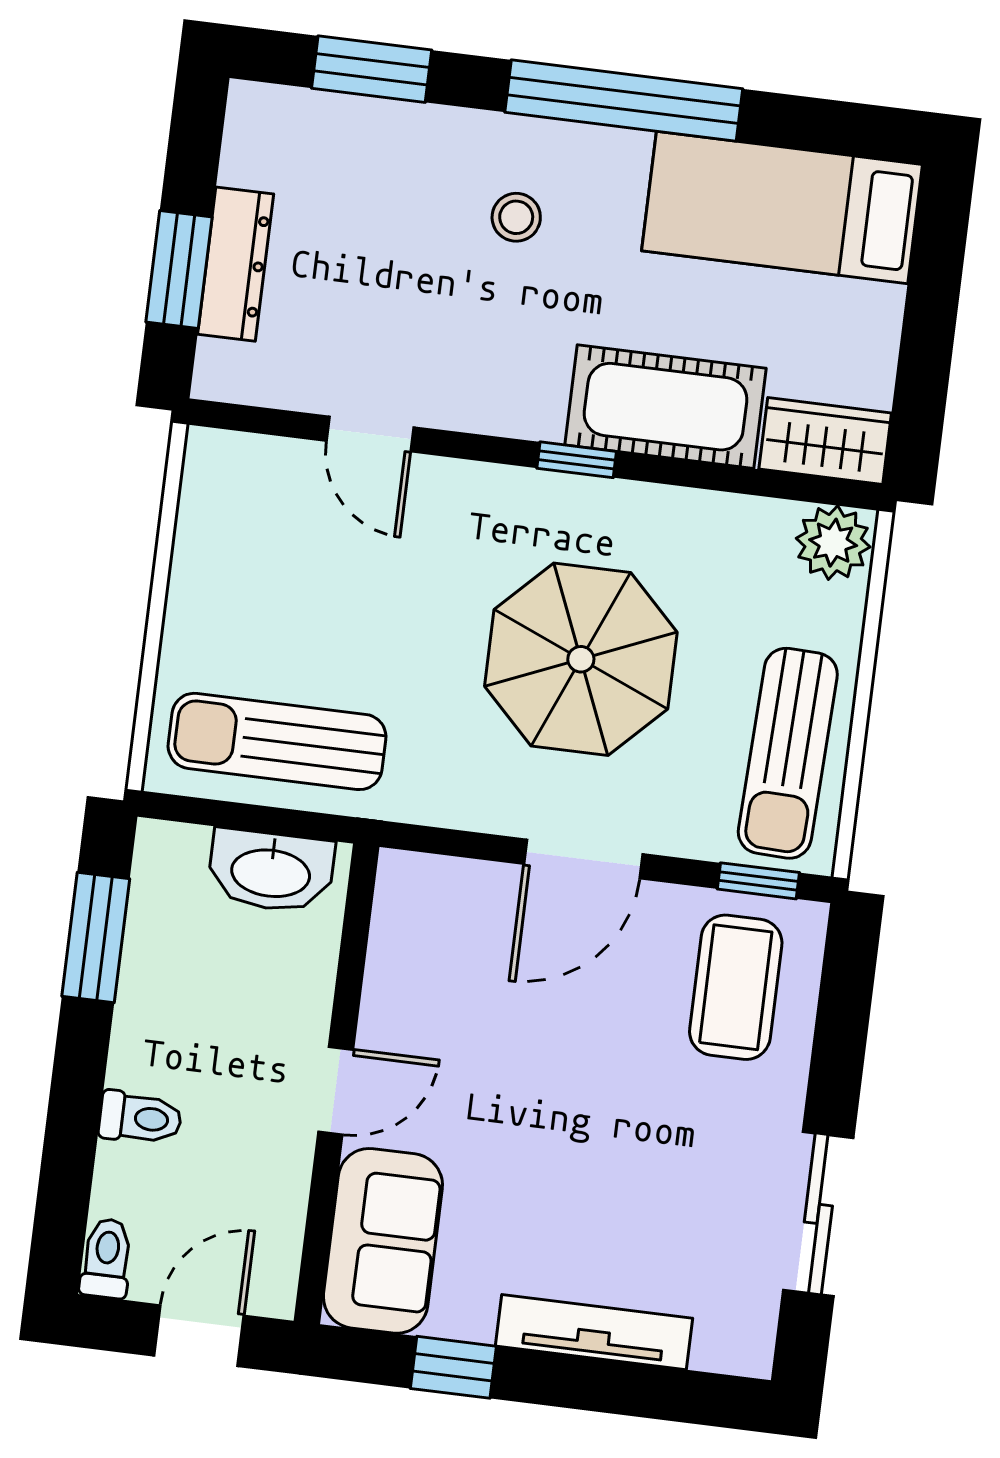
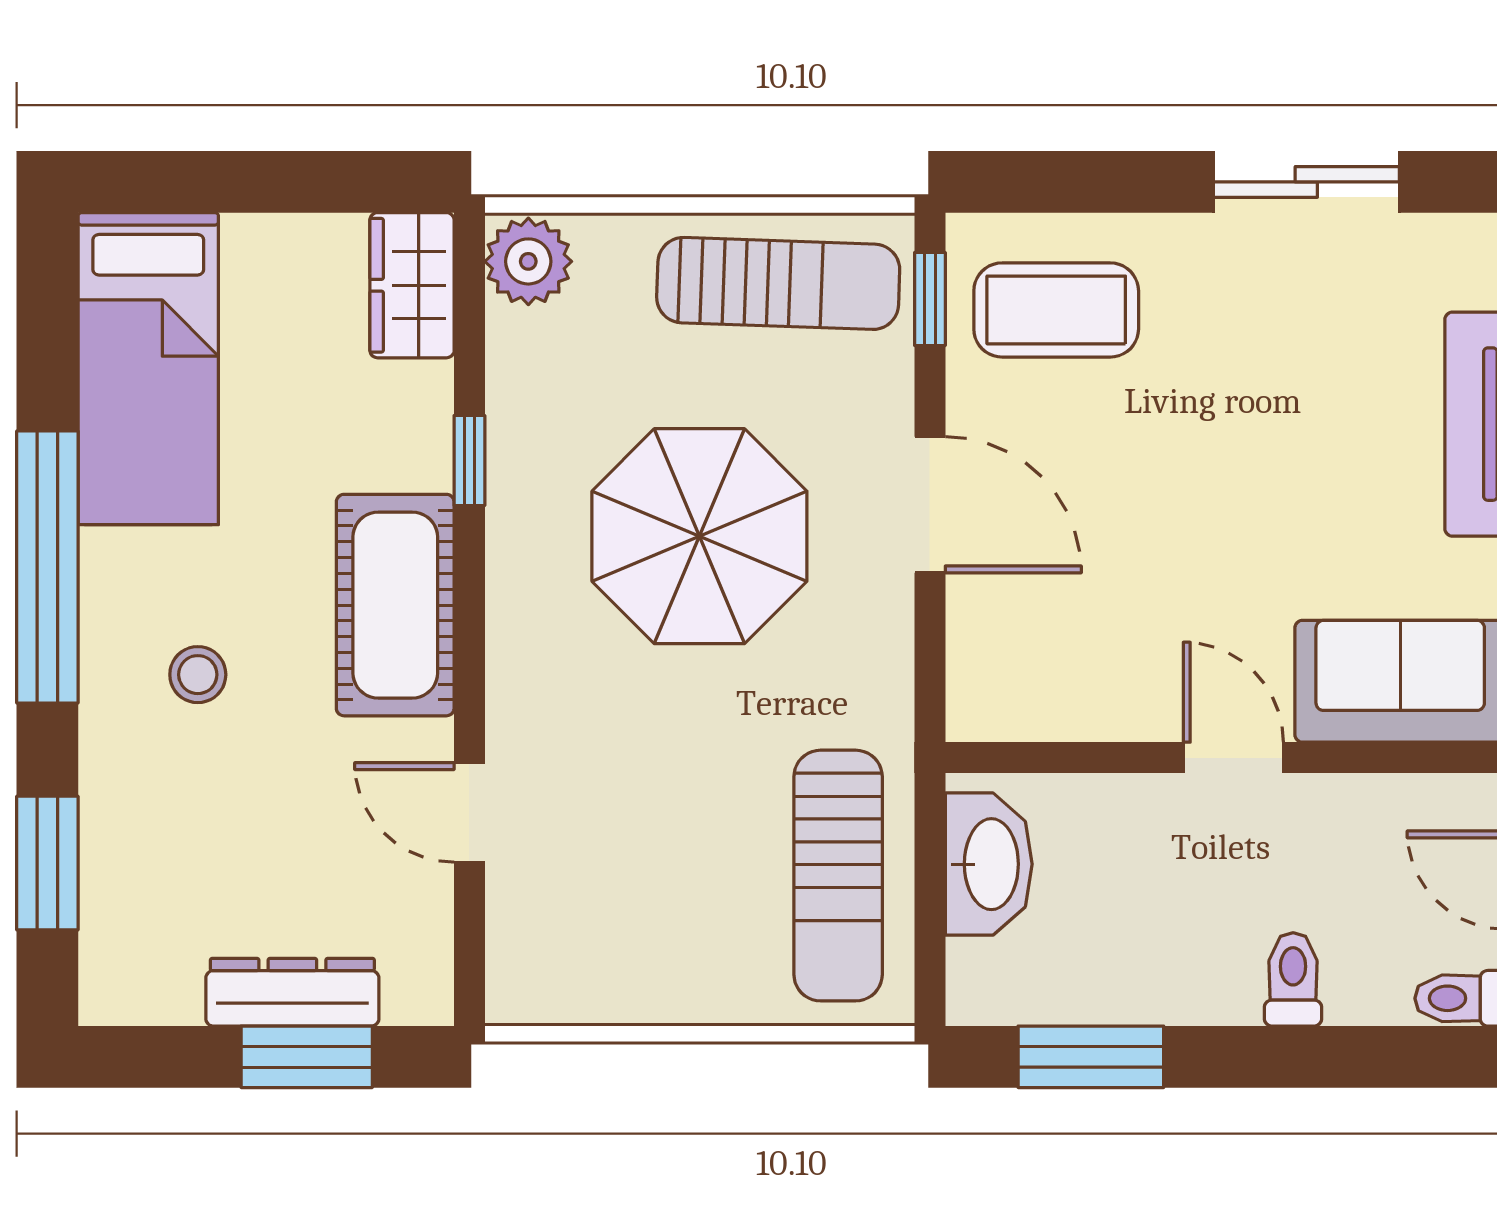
cot: (666, 407) -> (395, 605), moved
door: (370, 434) -> (469, 812), swing flipped
window: (577, 460) -> (469, 461), moved

